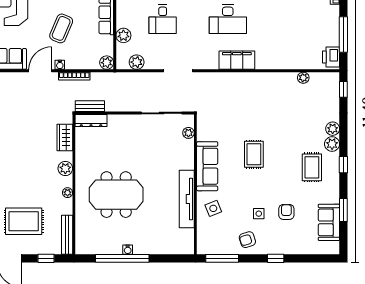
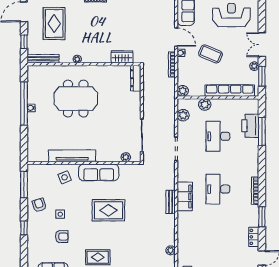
desk: (163, 19) -> (218, 136), width x1.37
bench: (90, 106) -> (171, 202), moved
rug: (254, 154) -> (108, 210), width x1.36, depth x1.43
plant: (65, 168) -> (97, 57), removed
meeting table: (116, 195) -> (76, 99), turned 90

